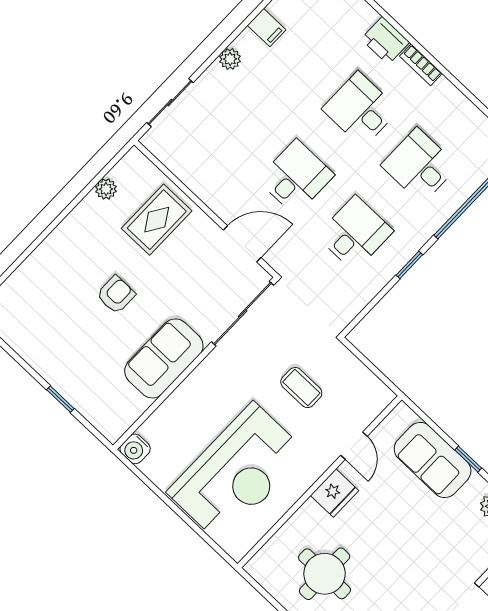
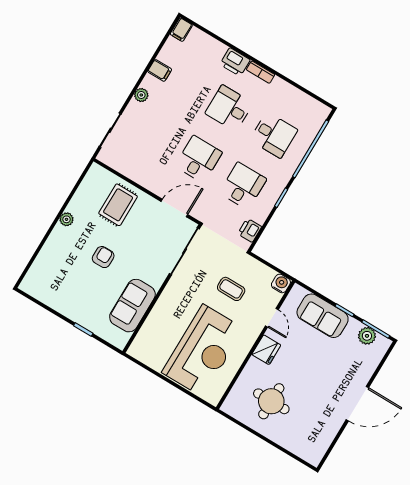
desk: (419, 166) -> (274, 135), turned 180
plant: (106, 189) -> (67, 219), moved
printer: (350, 304) -> (250, 230), added
sofa: (164, 358) -> (132, 306), moved
water cooler: (135, 449) -> (281, 283), moved, turned 180

